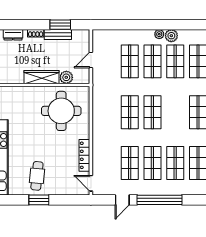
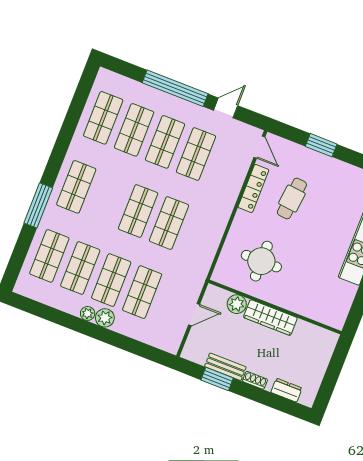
plant: (171, 36) -> (105, 318), moved
round table: (61, 111) -> (261, 261), width x0.73, depth x0.73
cafe table: (37, 176) -> (292, 198), moved
window: (39, 200) -> (321, 145), moved

